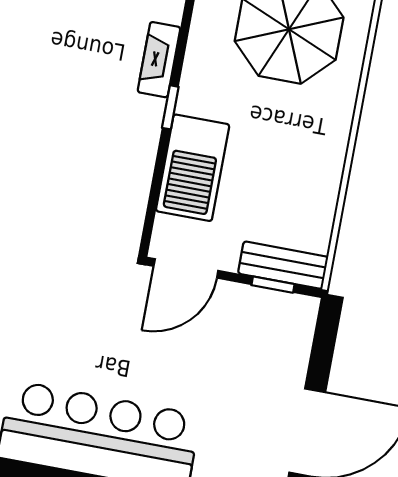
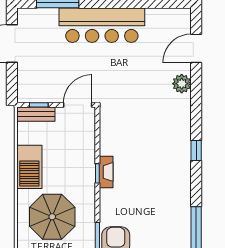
fireplace: (159, 60) -> (106, 172), moved
barbecue: (193, 168) -> (29, 167), moved, turned 180

